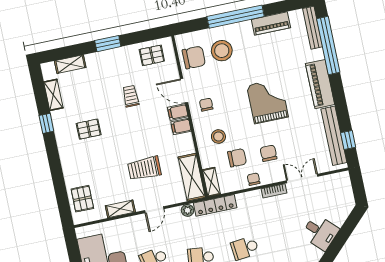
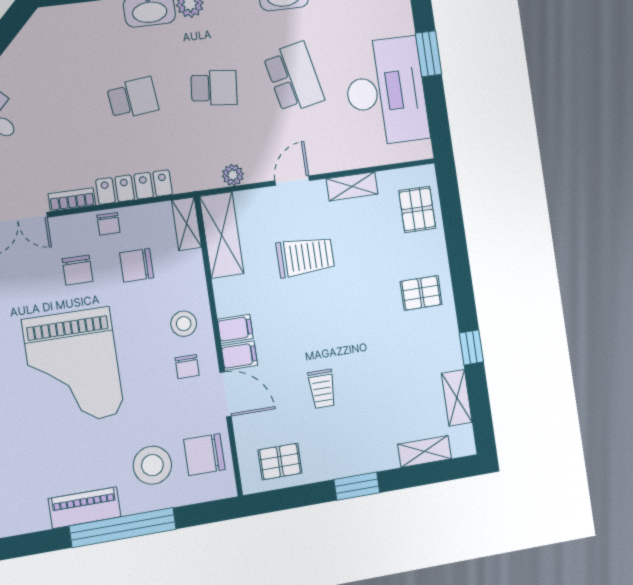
piano: (271, 24) -> (85, 508), moved
grand piano: (267, 101) -> (73, 367), width x1.37, depth x1.48
pallet: (89, 129) -> (421, 293), moved
stool: (218, 137) -> (184, 324), moved
locker: (215, 205) -> (134, 187), moved

